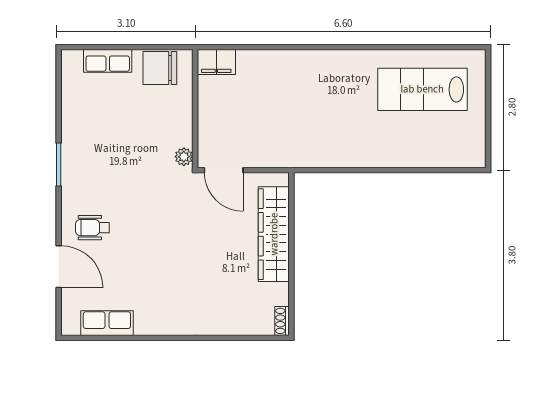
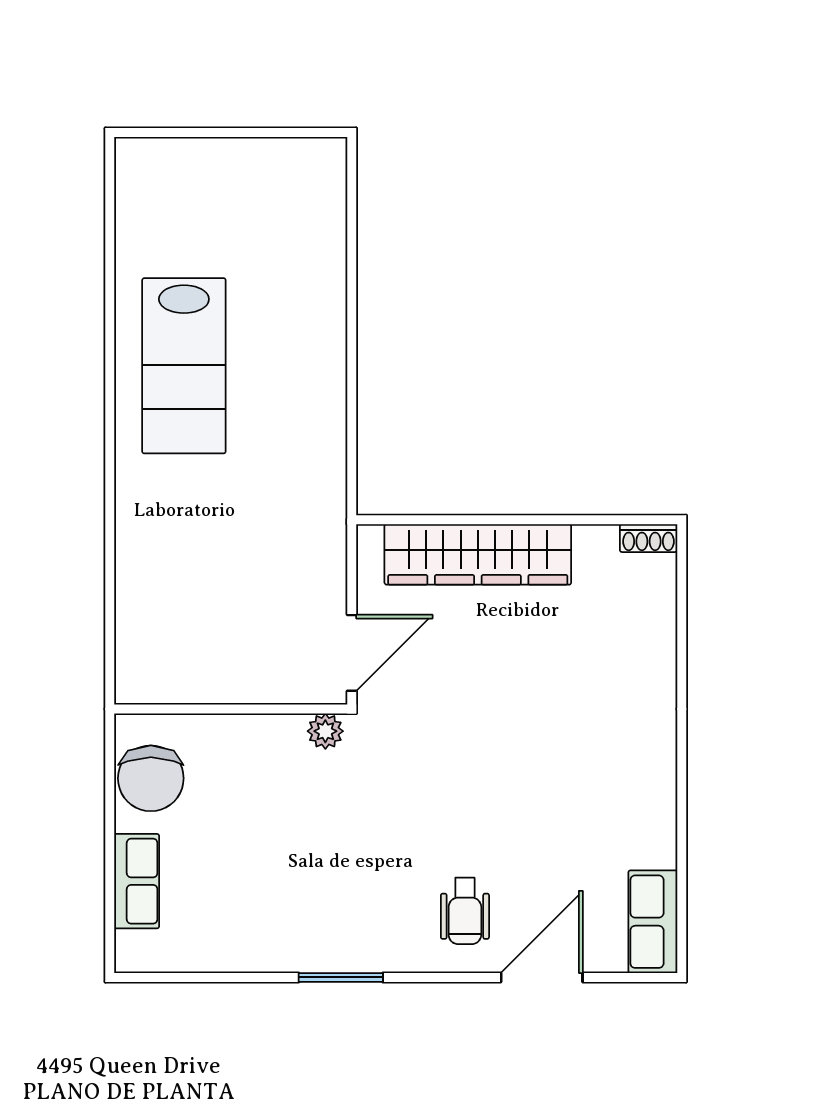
filing cabinet: (216, 62) -> (139, 667), removed
lab bench: (422, 89) -> (184, 366), moved
row of seats: (107, 323) -> (653, 922), moved

